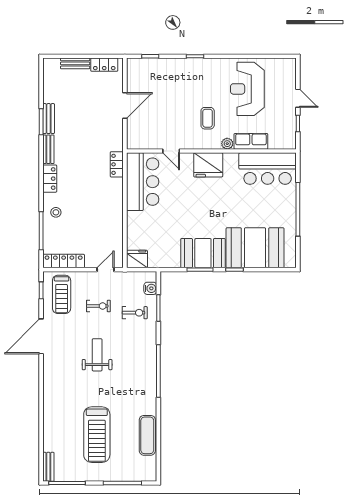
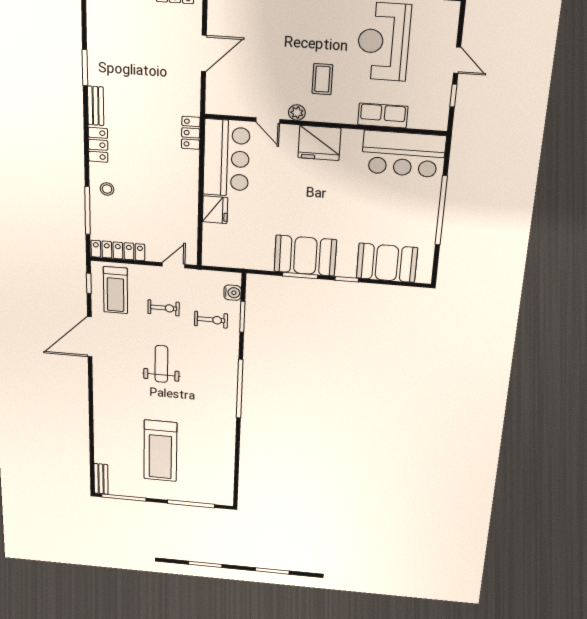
bench: (49, 119) -> (95, 64), removed
plant: (227, 144) -> (297, 113), moved
booth: (255, 248) -> (387, 263), width x0.73, depth x0.70
fridge: (137, 259) -> (215, 210), moved, turned 90
exercise mat: (147, 435) -> (223, 457), removed

